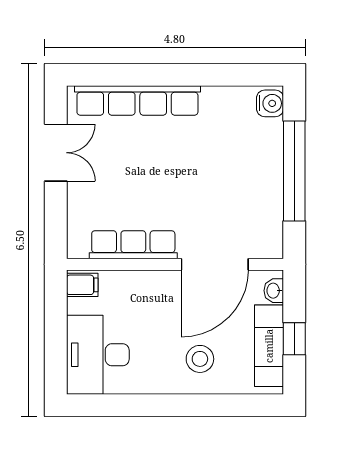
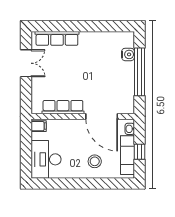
row of seats: (137, 100) -> (57, 38), width x0.73
water cooler: (270, 103) -> (128, 54), moved
door: (215, 264) -> (102, 116), hinge flipped

